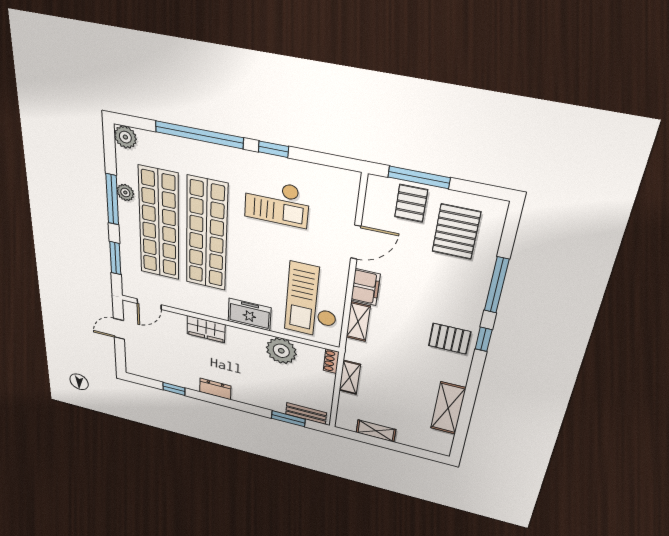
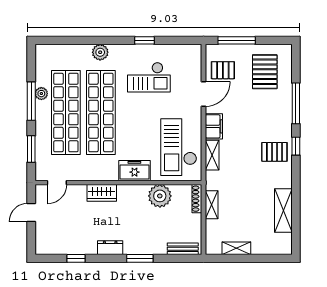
window: (199, 135) -> (95, 40), removed
plant: (125, 137) -> (100, 52), moved
pallet: (411, 203) -> (223, 70), moved, turned 90
shoe rack: (331, 361) -> (197, 199), width x1.43
window: (288, 419) -> (140, 258), moved

